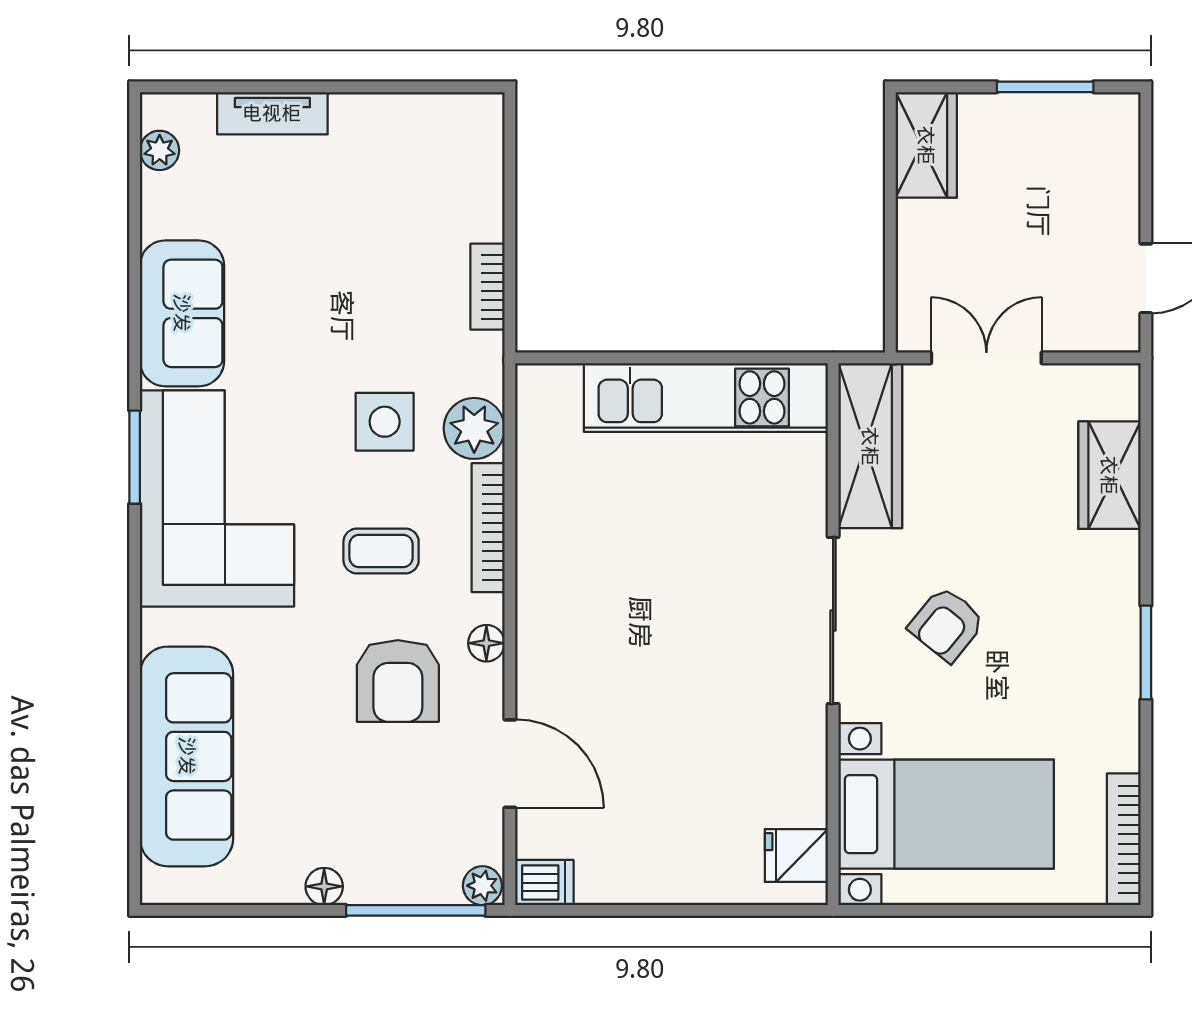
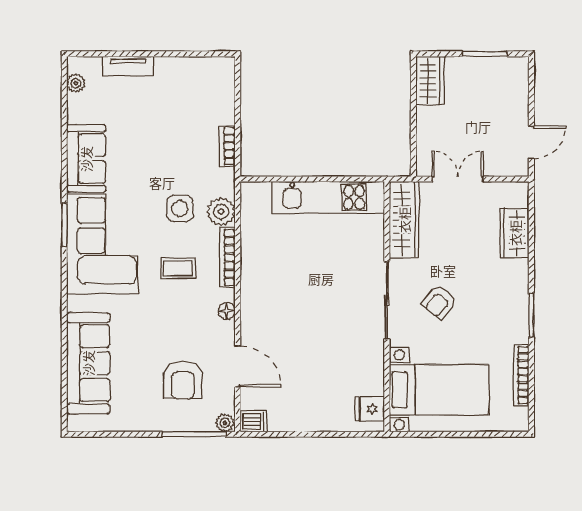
armchair: (398, 681) -> (183, 380), moved
bookcase: (1124, 839) -> (521, 375), moved
floor lamp: (324, 886) -> (152, 423), removed

